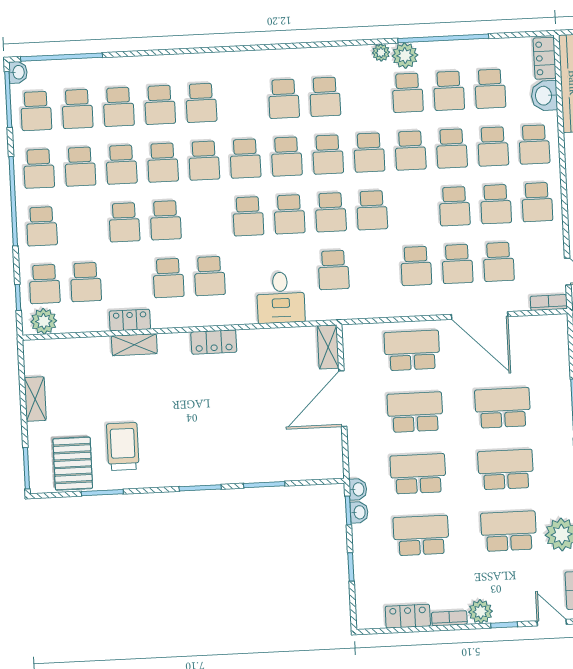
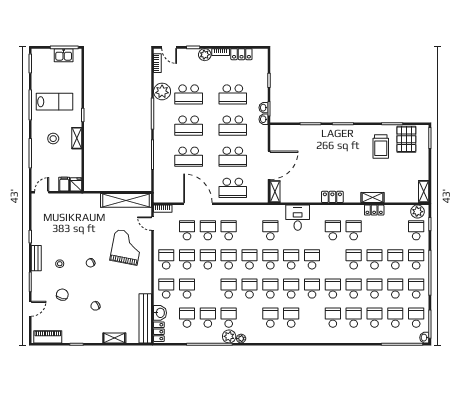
school desk: (452, 148) -> (229, 259), moved
school desk: (86, 282) -> (395, 259), moved
shelving: (35, 399) -> (424, 192), moved

